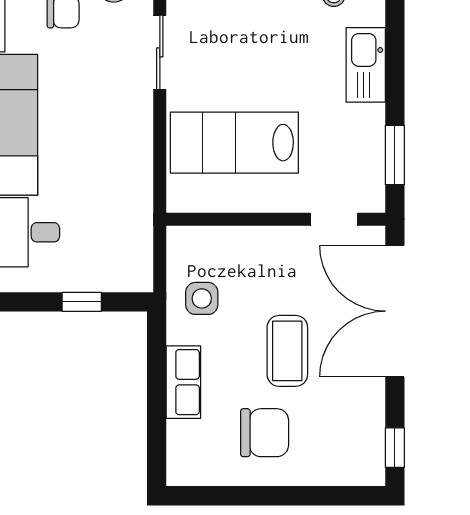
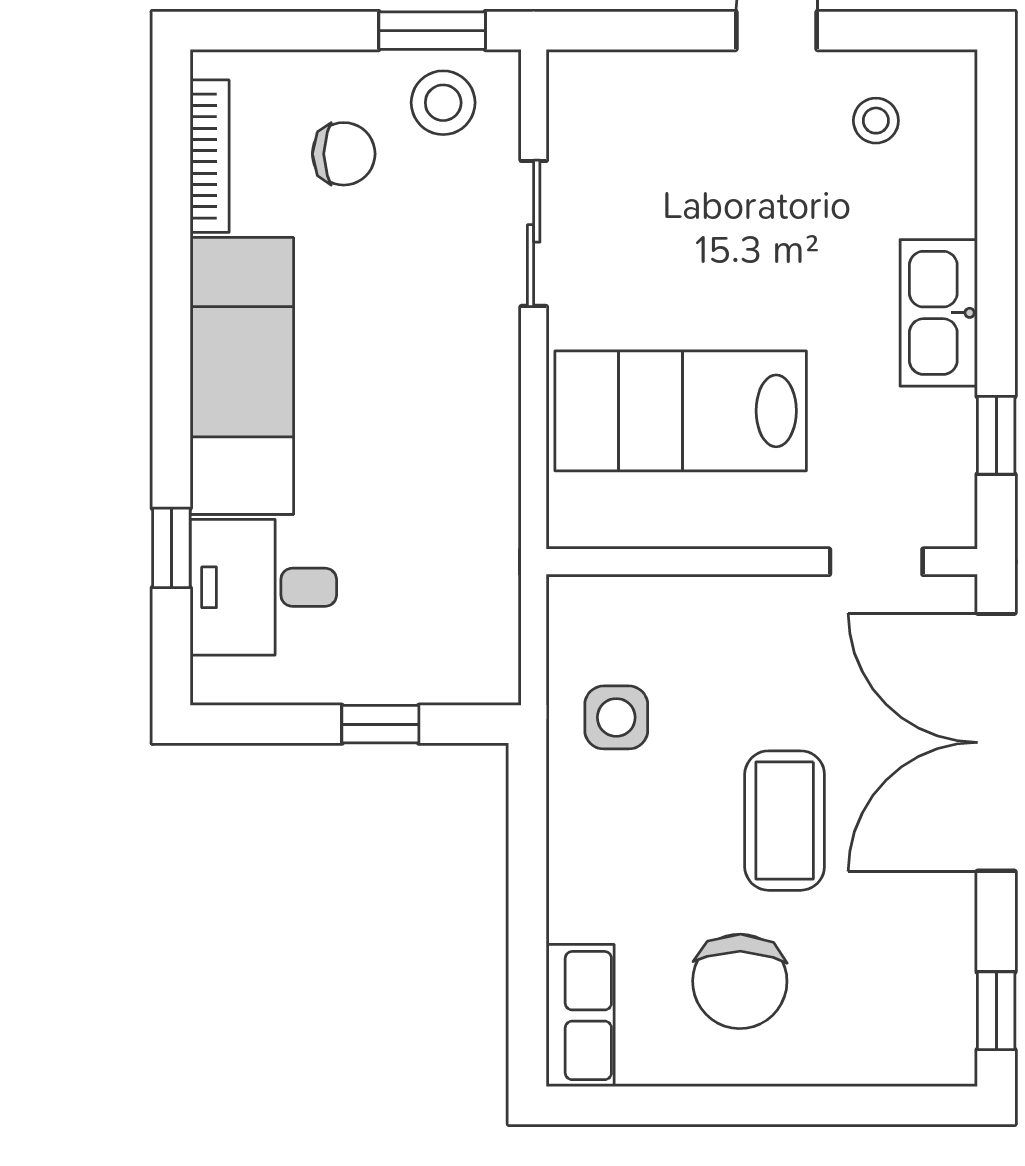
kitchen sink: (366, 65) -> (939, 313), moved
window: (395, 155) -> (996, 435), width x0.67
row of seats: (183, 382) -> (580, 1016), moved
chair: (265, 433) -> (740, 981), turned 91

